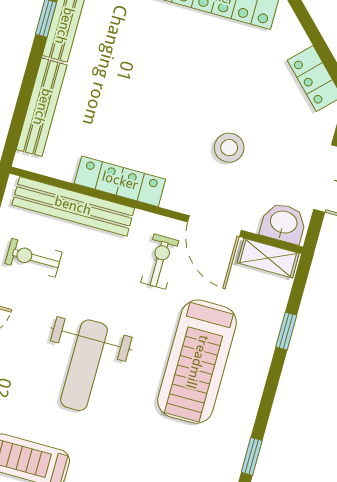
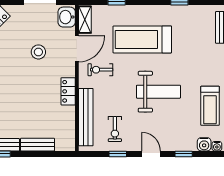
bench: (42, 107) -> (37, 145), width x0.73
locker: (120, 181) -> (68, 91), width x0.66
treadmill: (197, 362) -> (142, 39), turned 180

